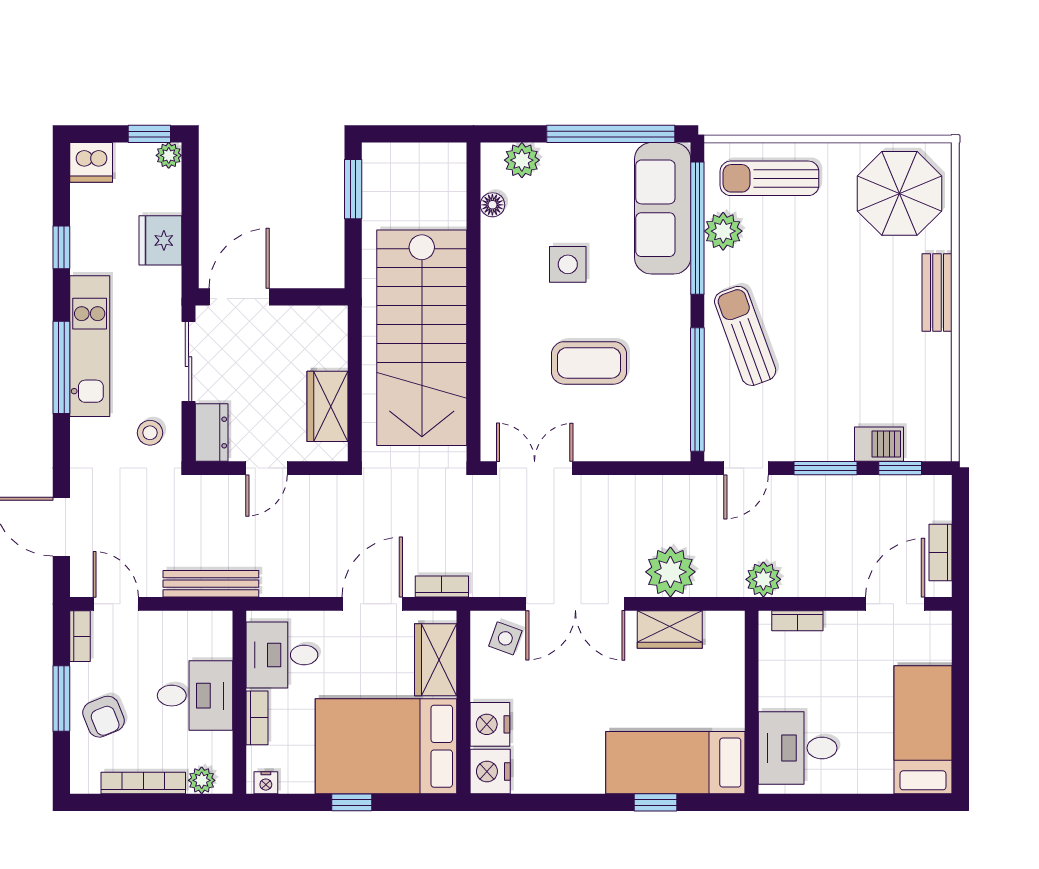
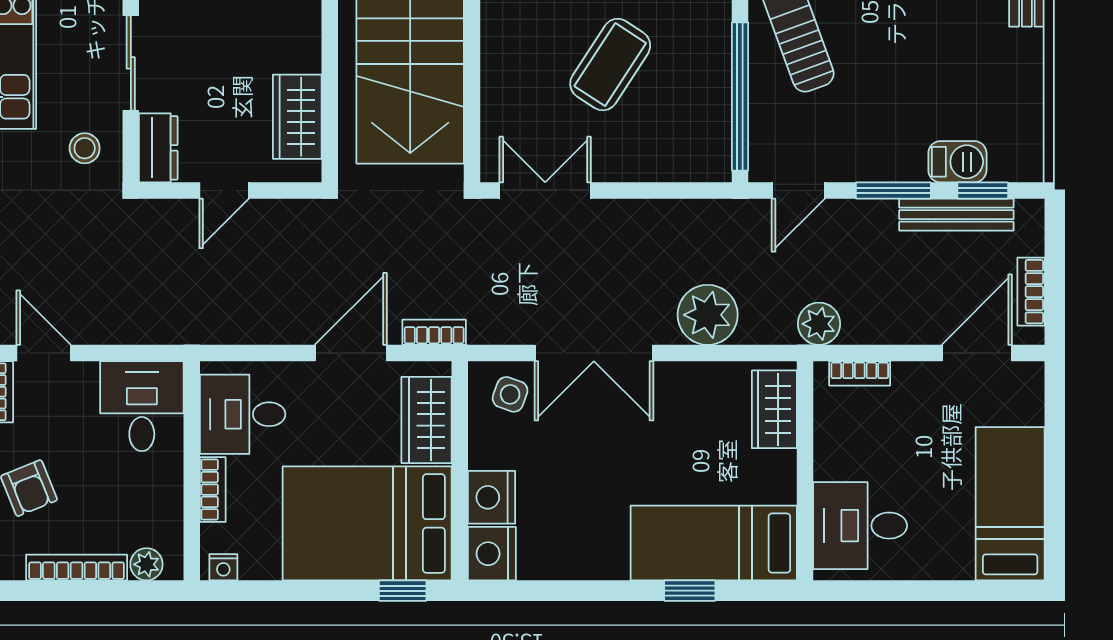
coffee table: (589, 363) -> (610, 65), turned -57
bench: (211, 584) -> (956, 215), moved
wardrobe: (670, 629) -> (774, 409), moved, turned 90
desk: (195, 696) -> (142, 406), moved, turned -90
window: (352, 802) -> (403, 591), moved

